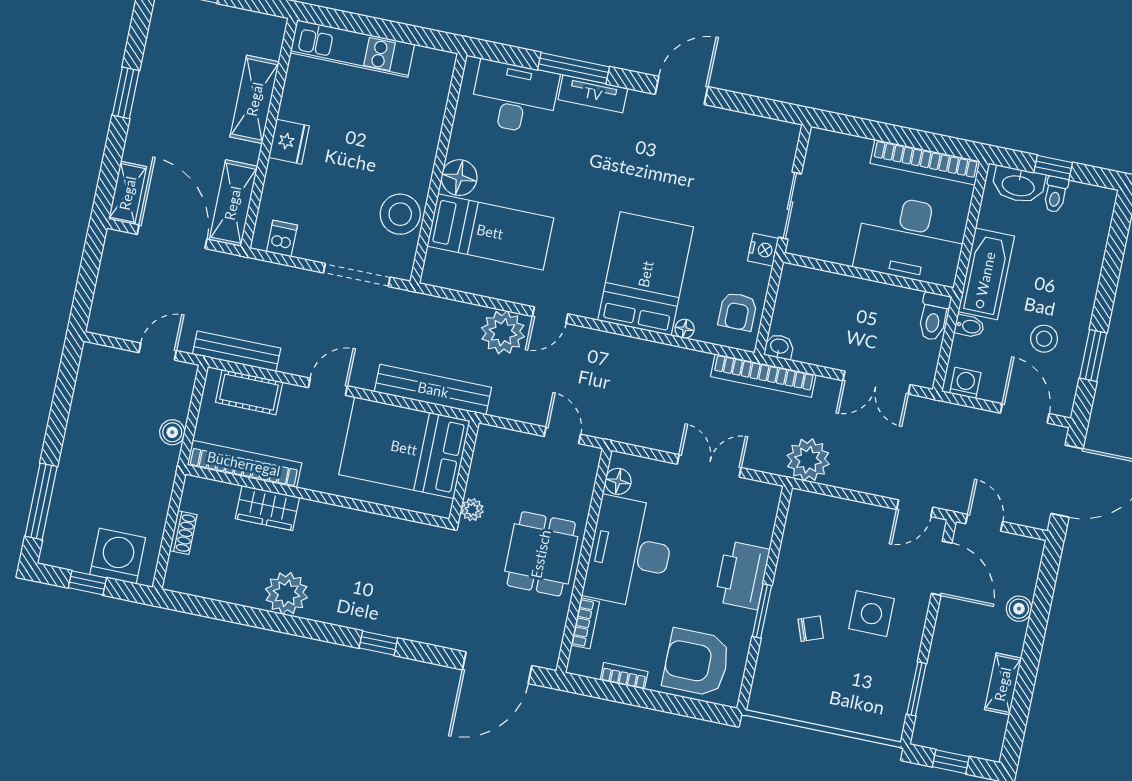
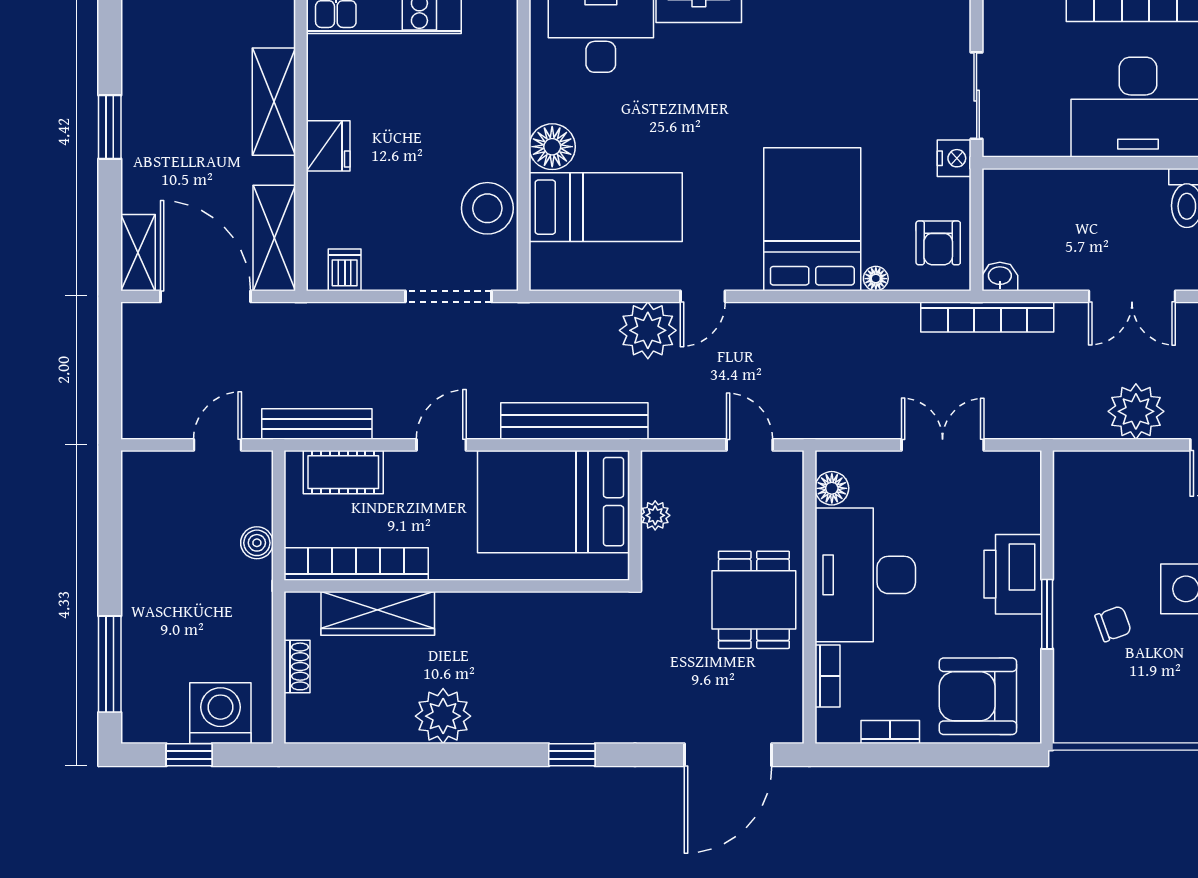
plant: (808, 460) -> (1136, 411), moved
wardrobe: (267, 508) -> (378, 613), width x1.50
plant: (472, 510) -> (655, 515), moved

